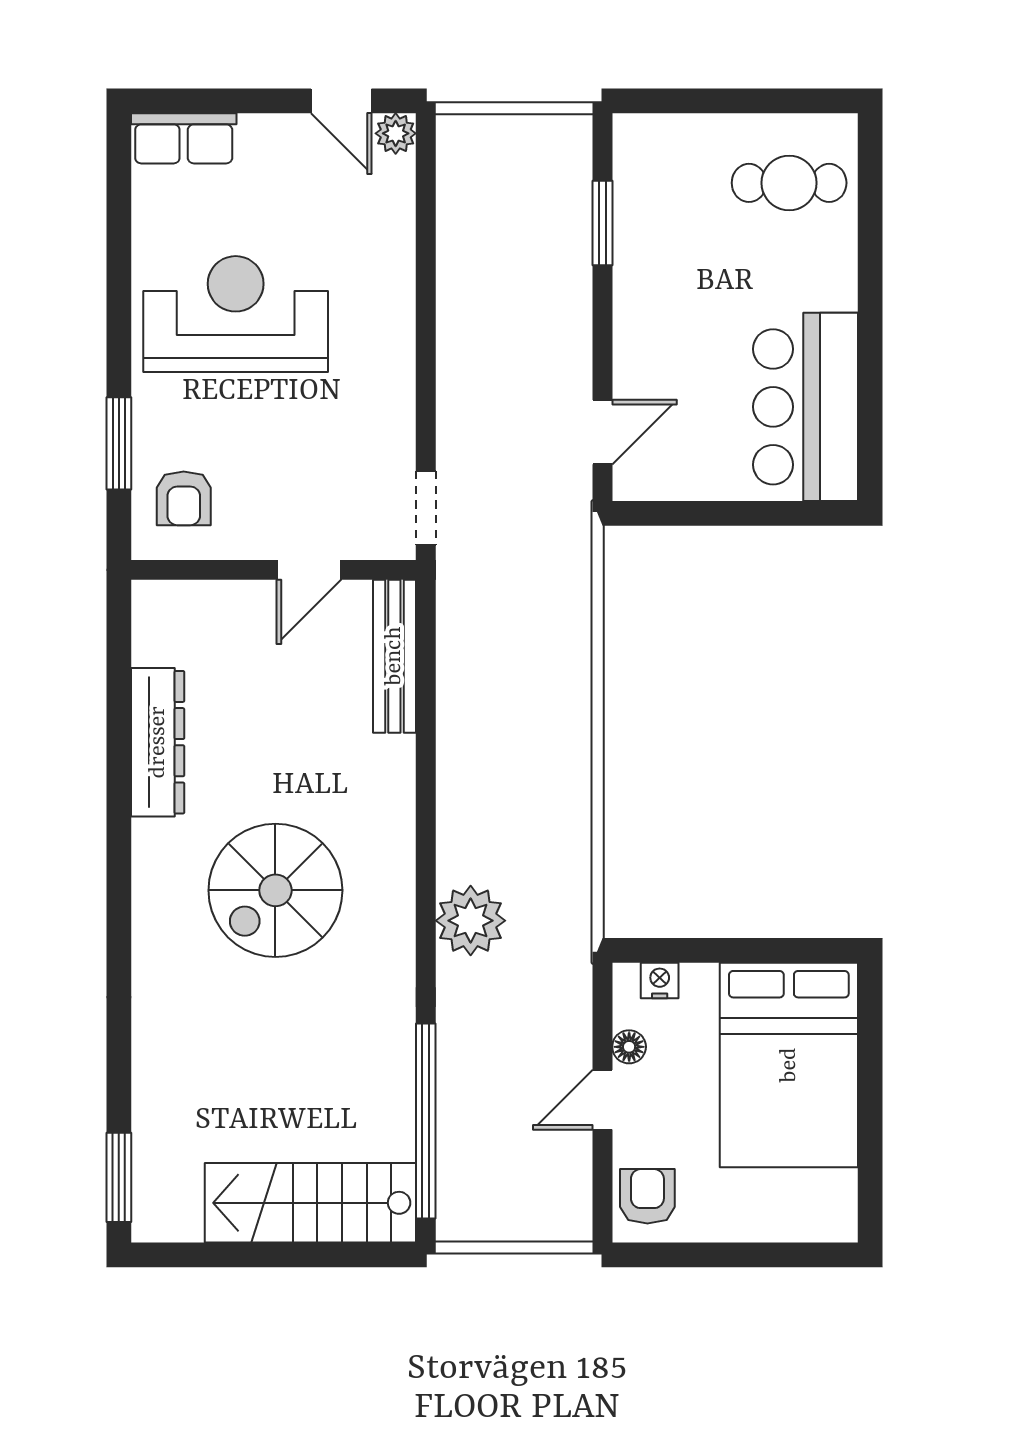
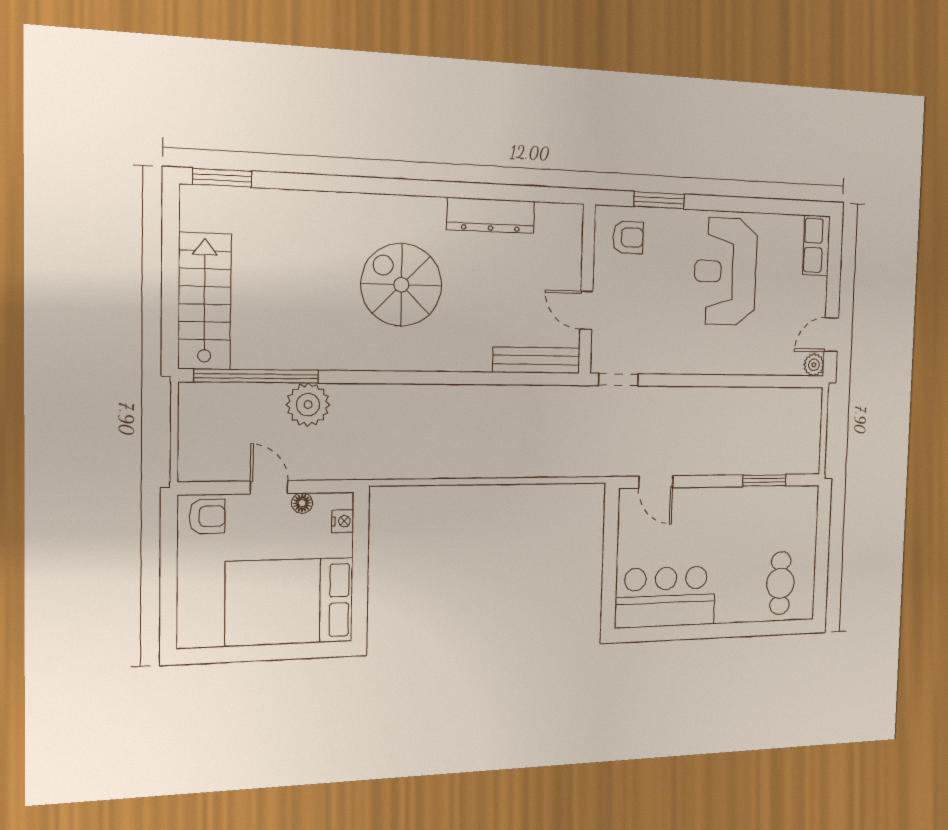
reception desk: (236, 314) -> (725, 272), turned 180
armchair: (184, 498) -> (628, 237), turned 180
plant: (471, 921) -> (308, 405), moved

